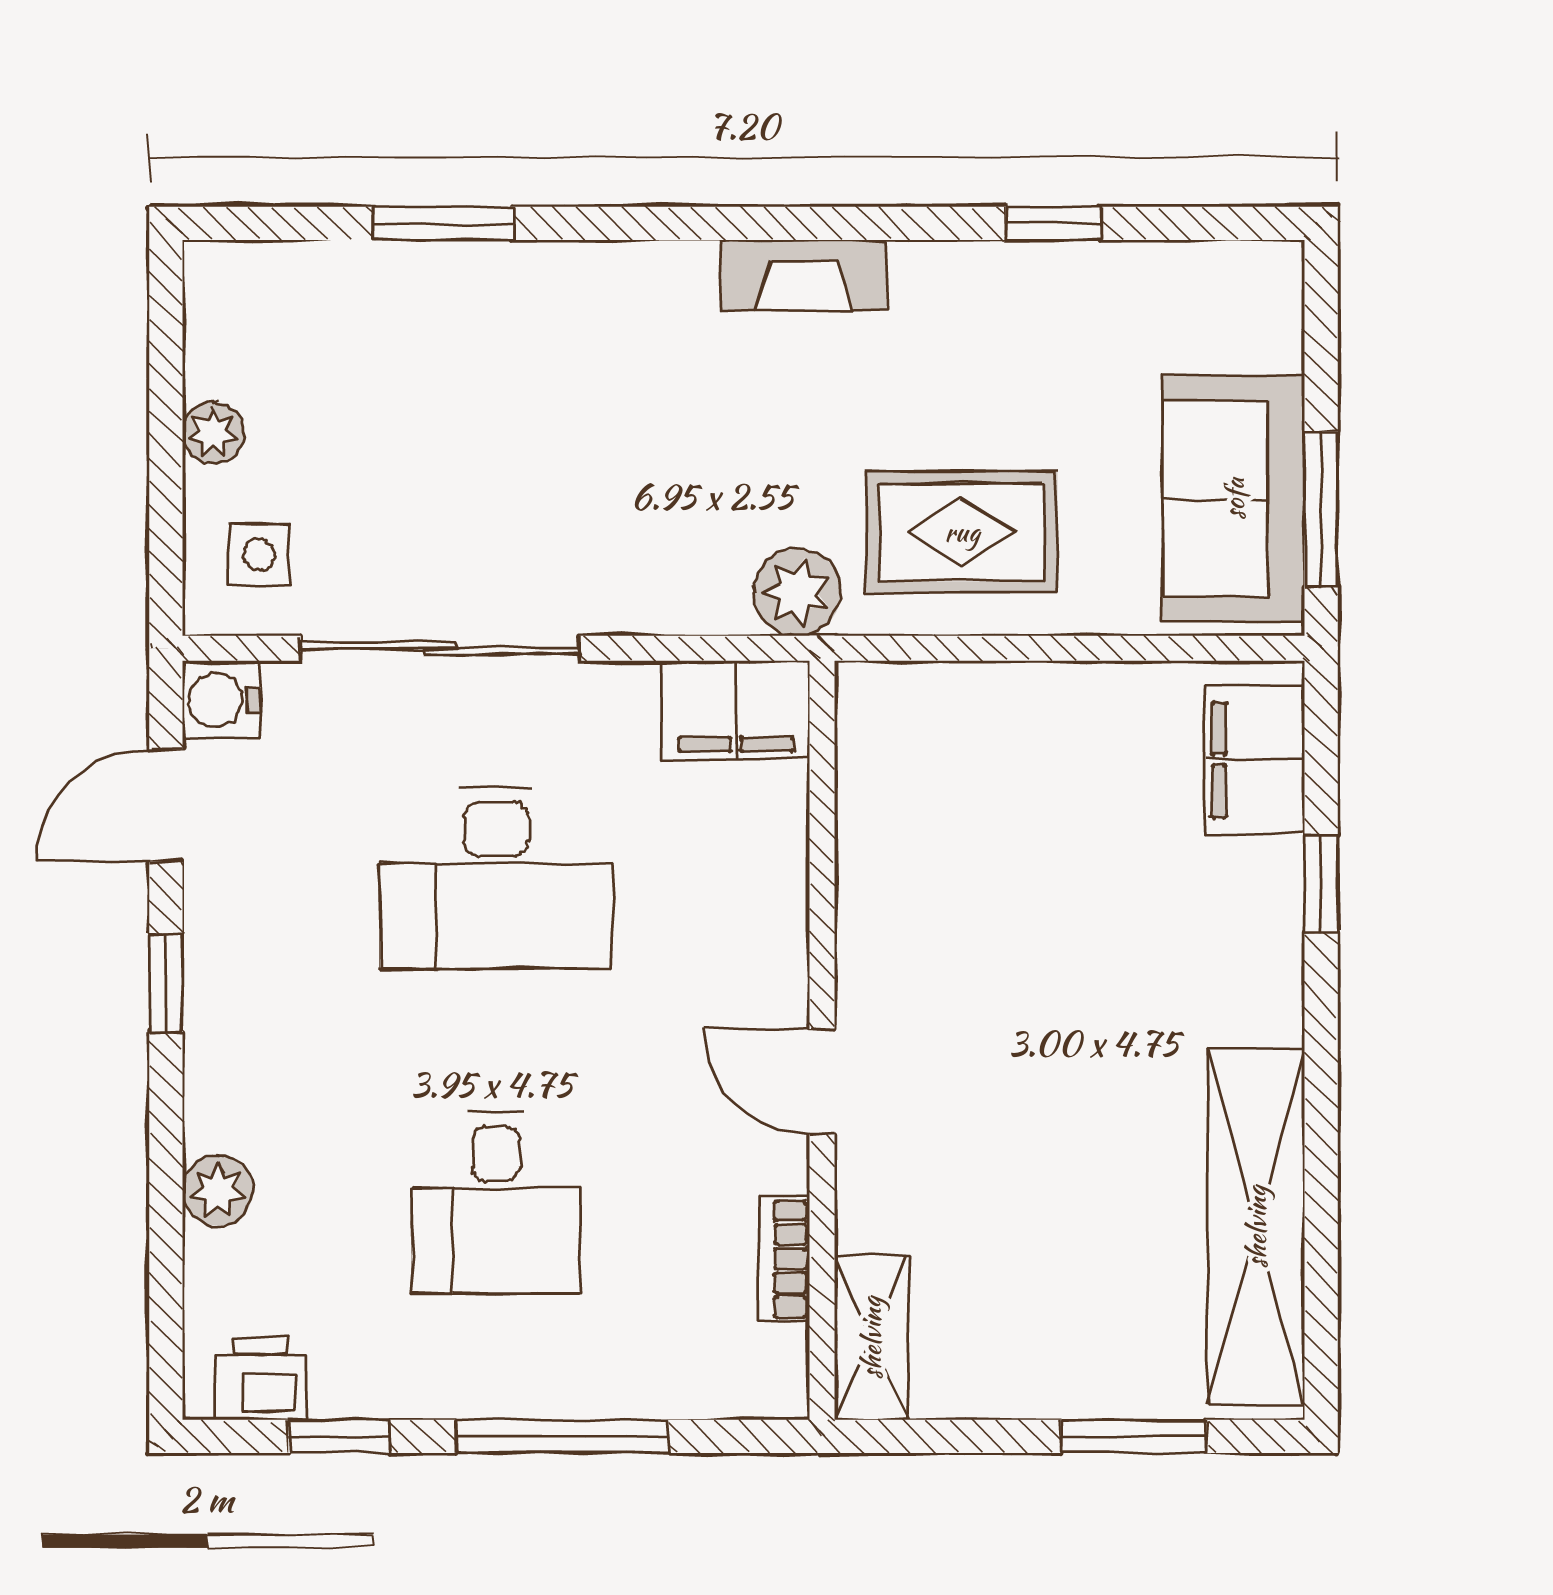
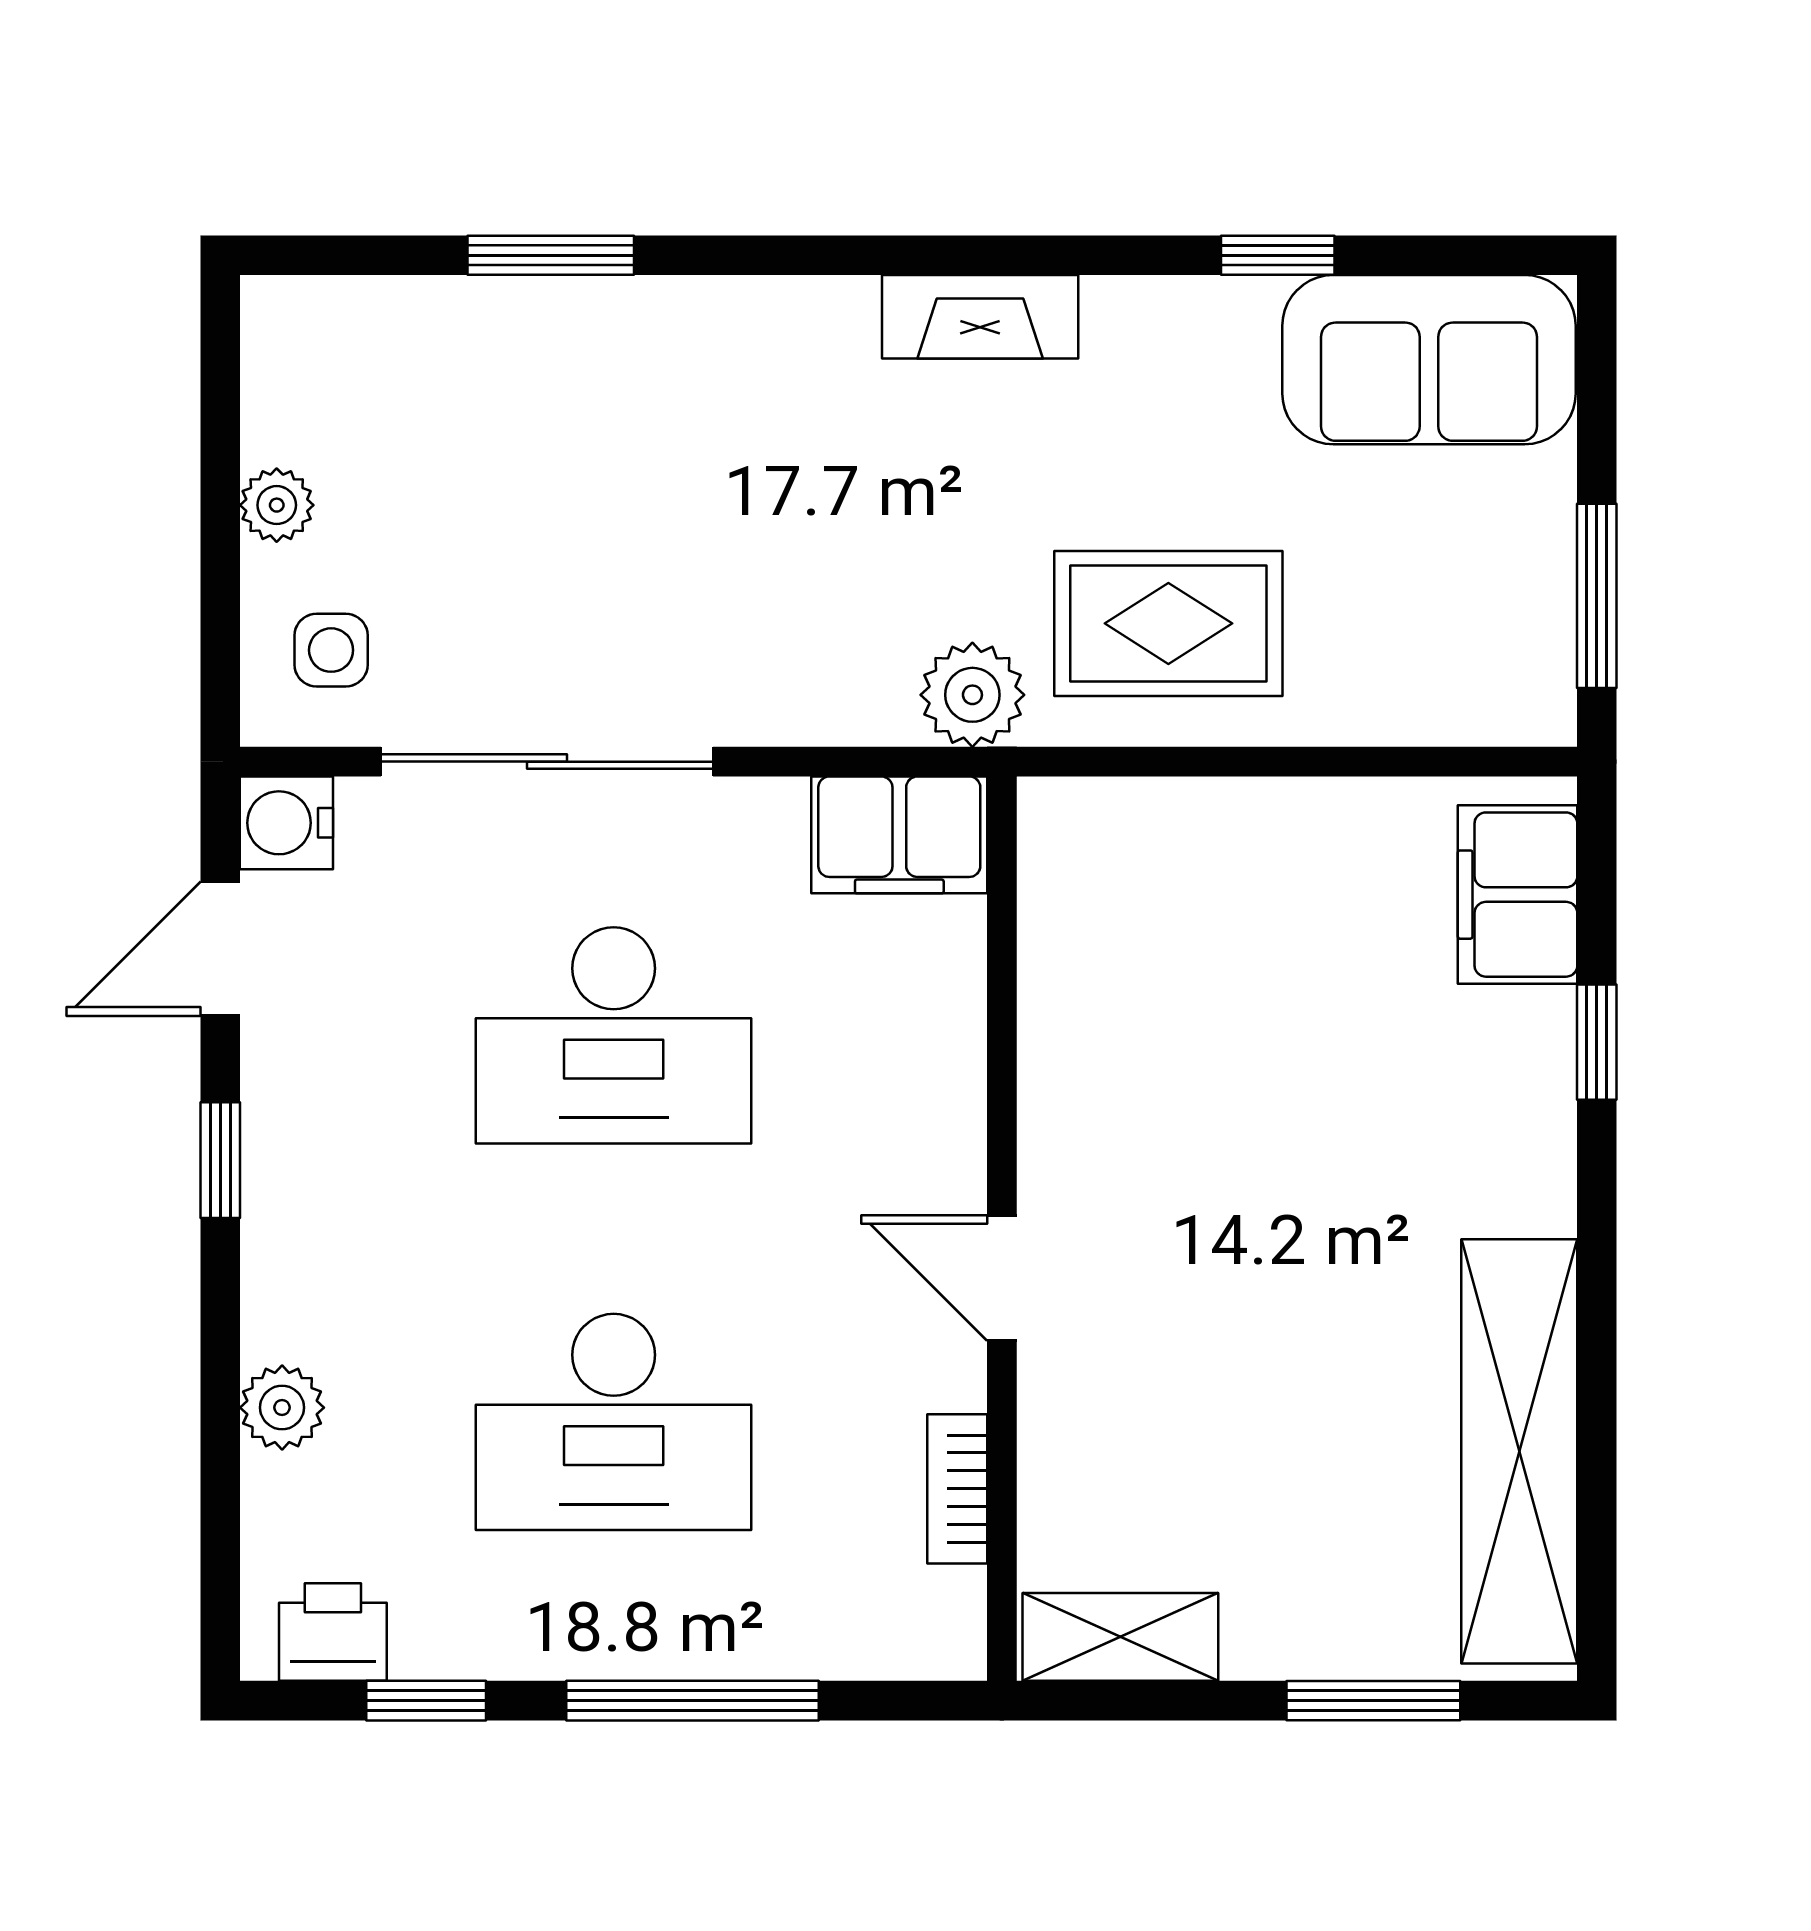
sofa: (1234, 499) -> (1429, 360), moved, turned -90
desk: (496, 1203) -> (614, 1422), width x1.37
shelving: (871, 1338) -> (1120, 1637), moved, turned 90

